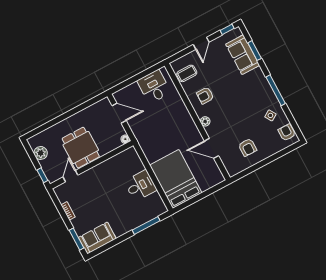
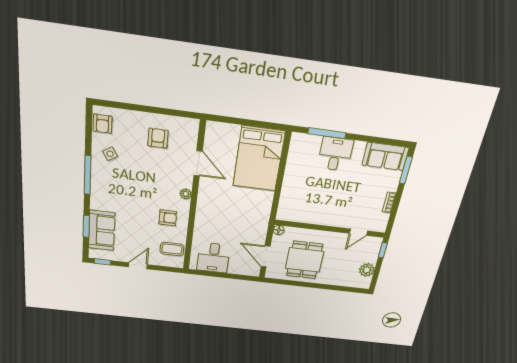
dining table: (81, 148) -> (304, 260), moved
desk: (140, 186) -> (335, 154), moved, turned 90

